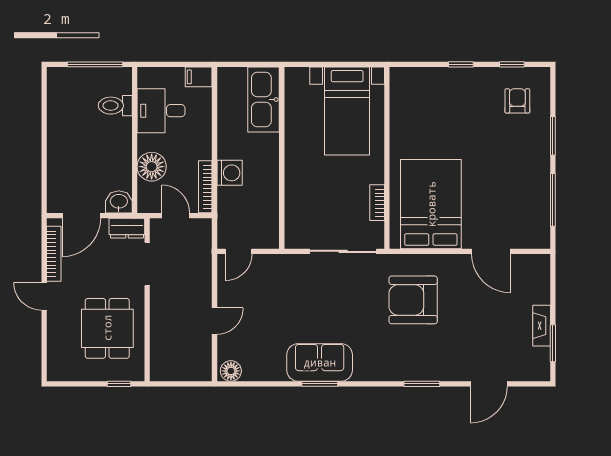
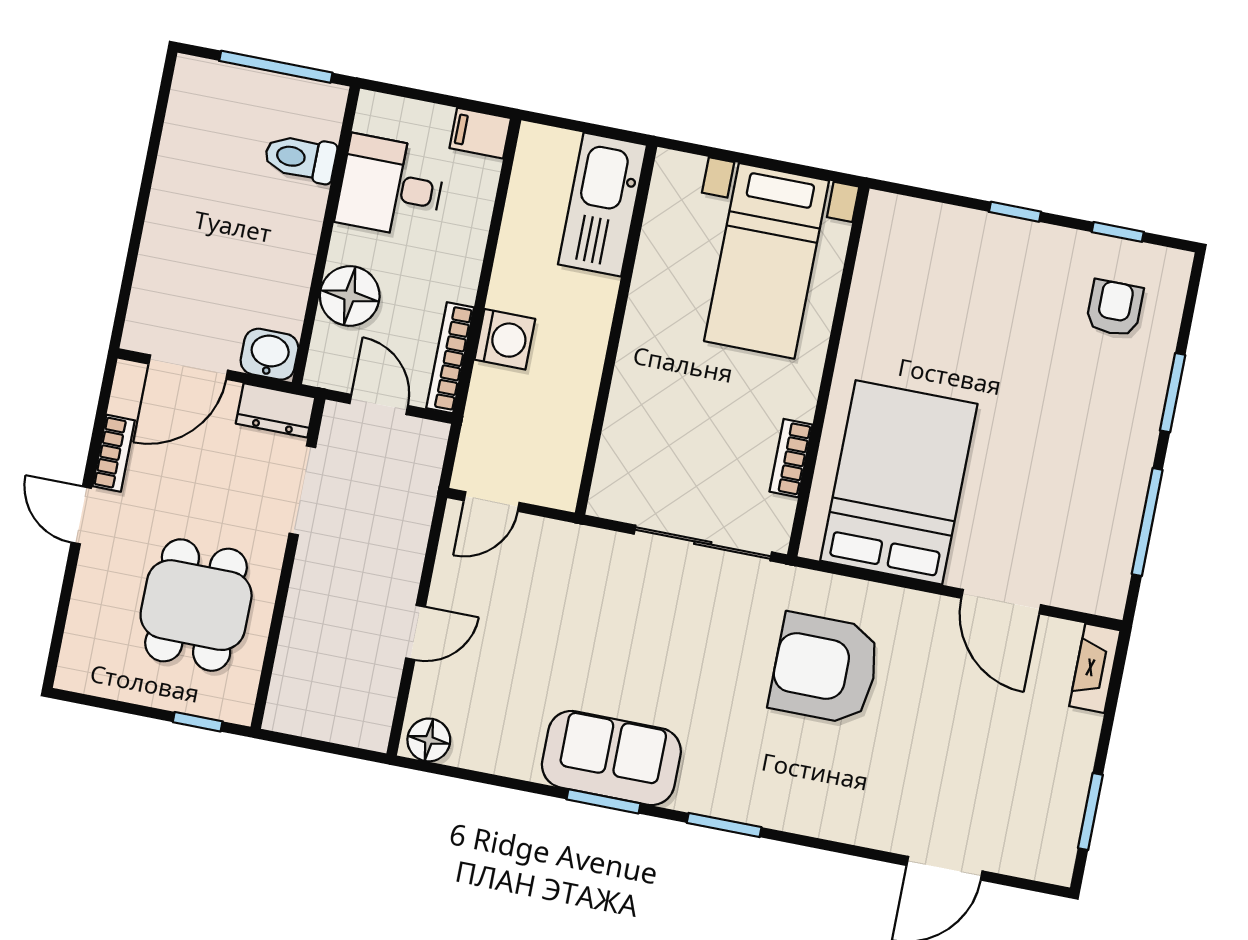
bookcase: (54, 254) -> (114, 453), width x0.64
fireplace: (542, 326) -> (1095, 668), moved
window: (422, 384) -> (724, 825), moved

